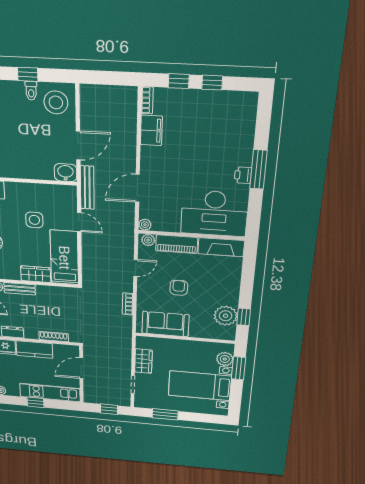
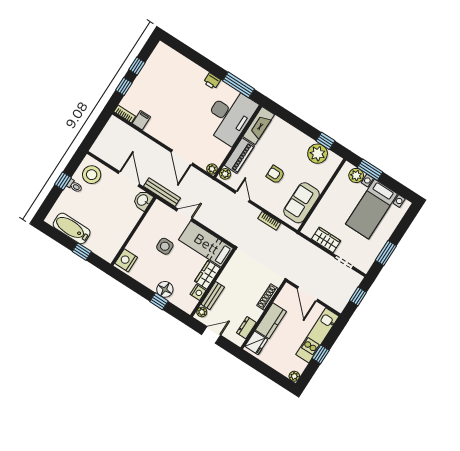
filing cabinet: (151, 130) -> (141, 120), width x0.50
window: (258, 169) -> (238, 85), moved
nightstand: (13, 274) -> (198, 292), added

